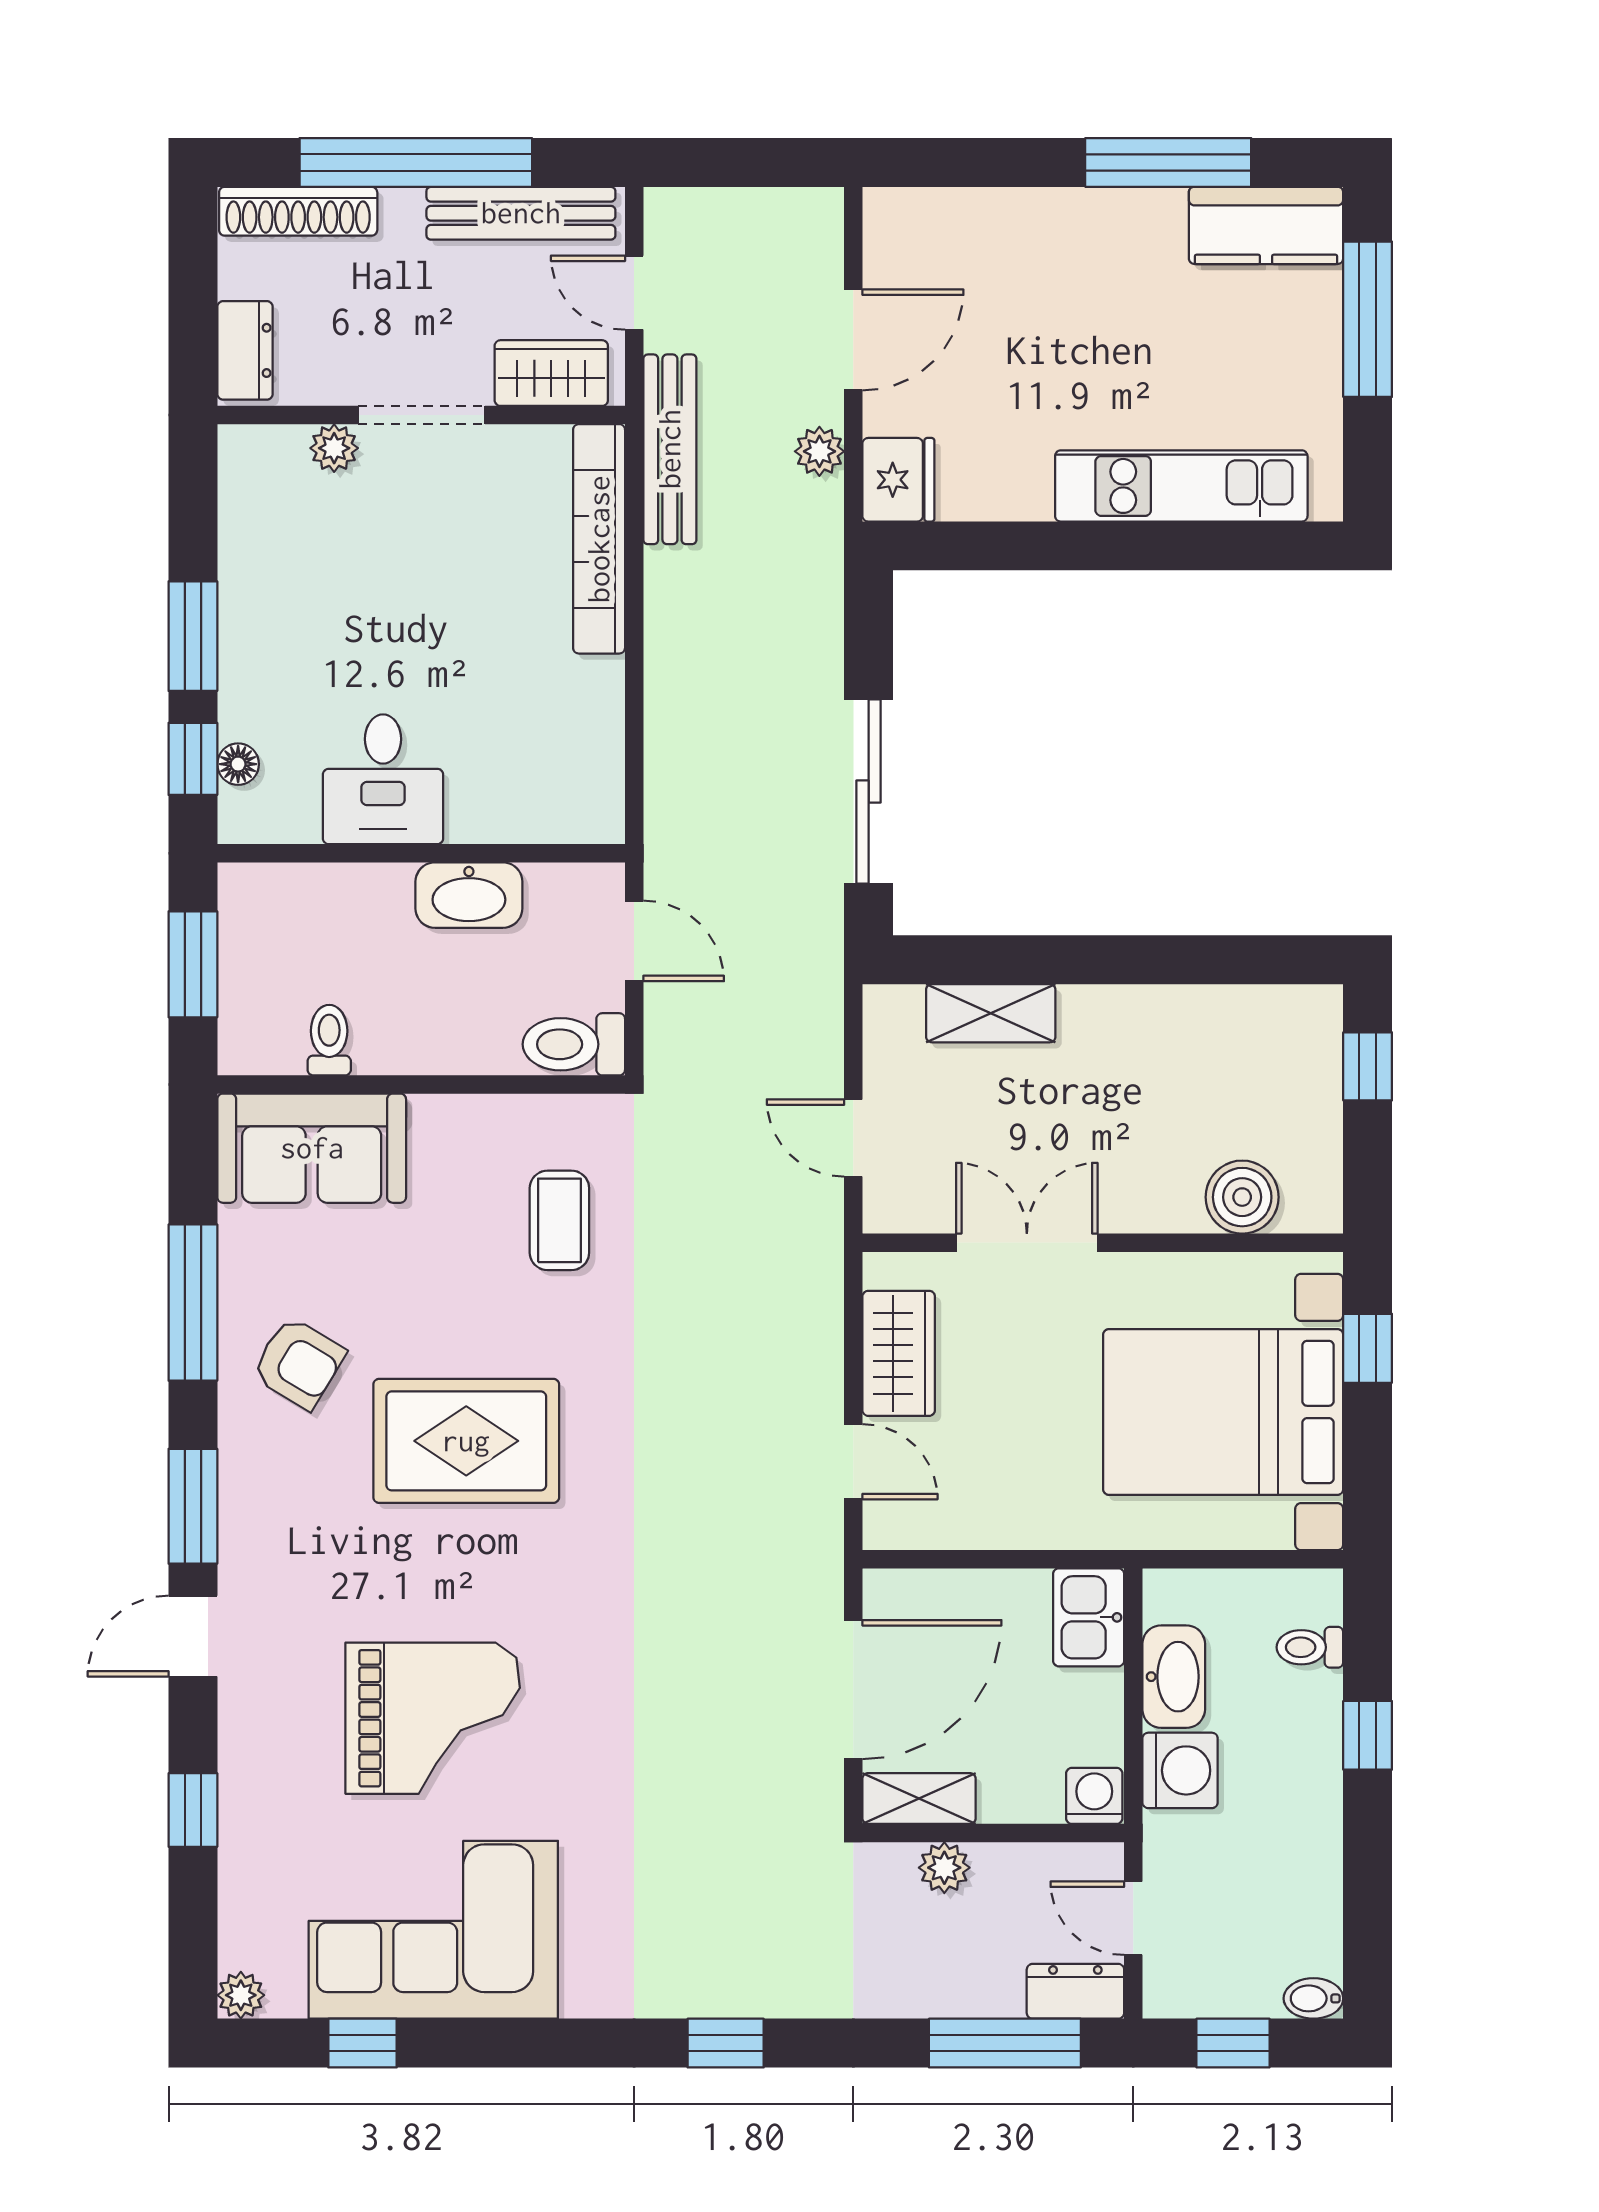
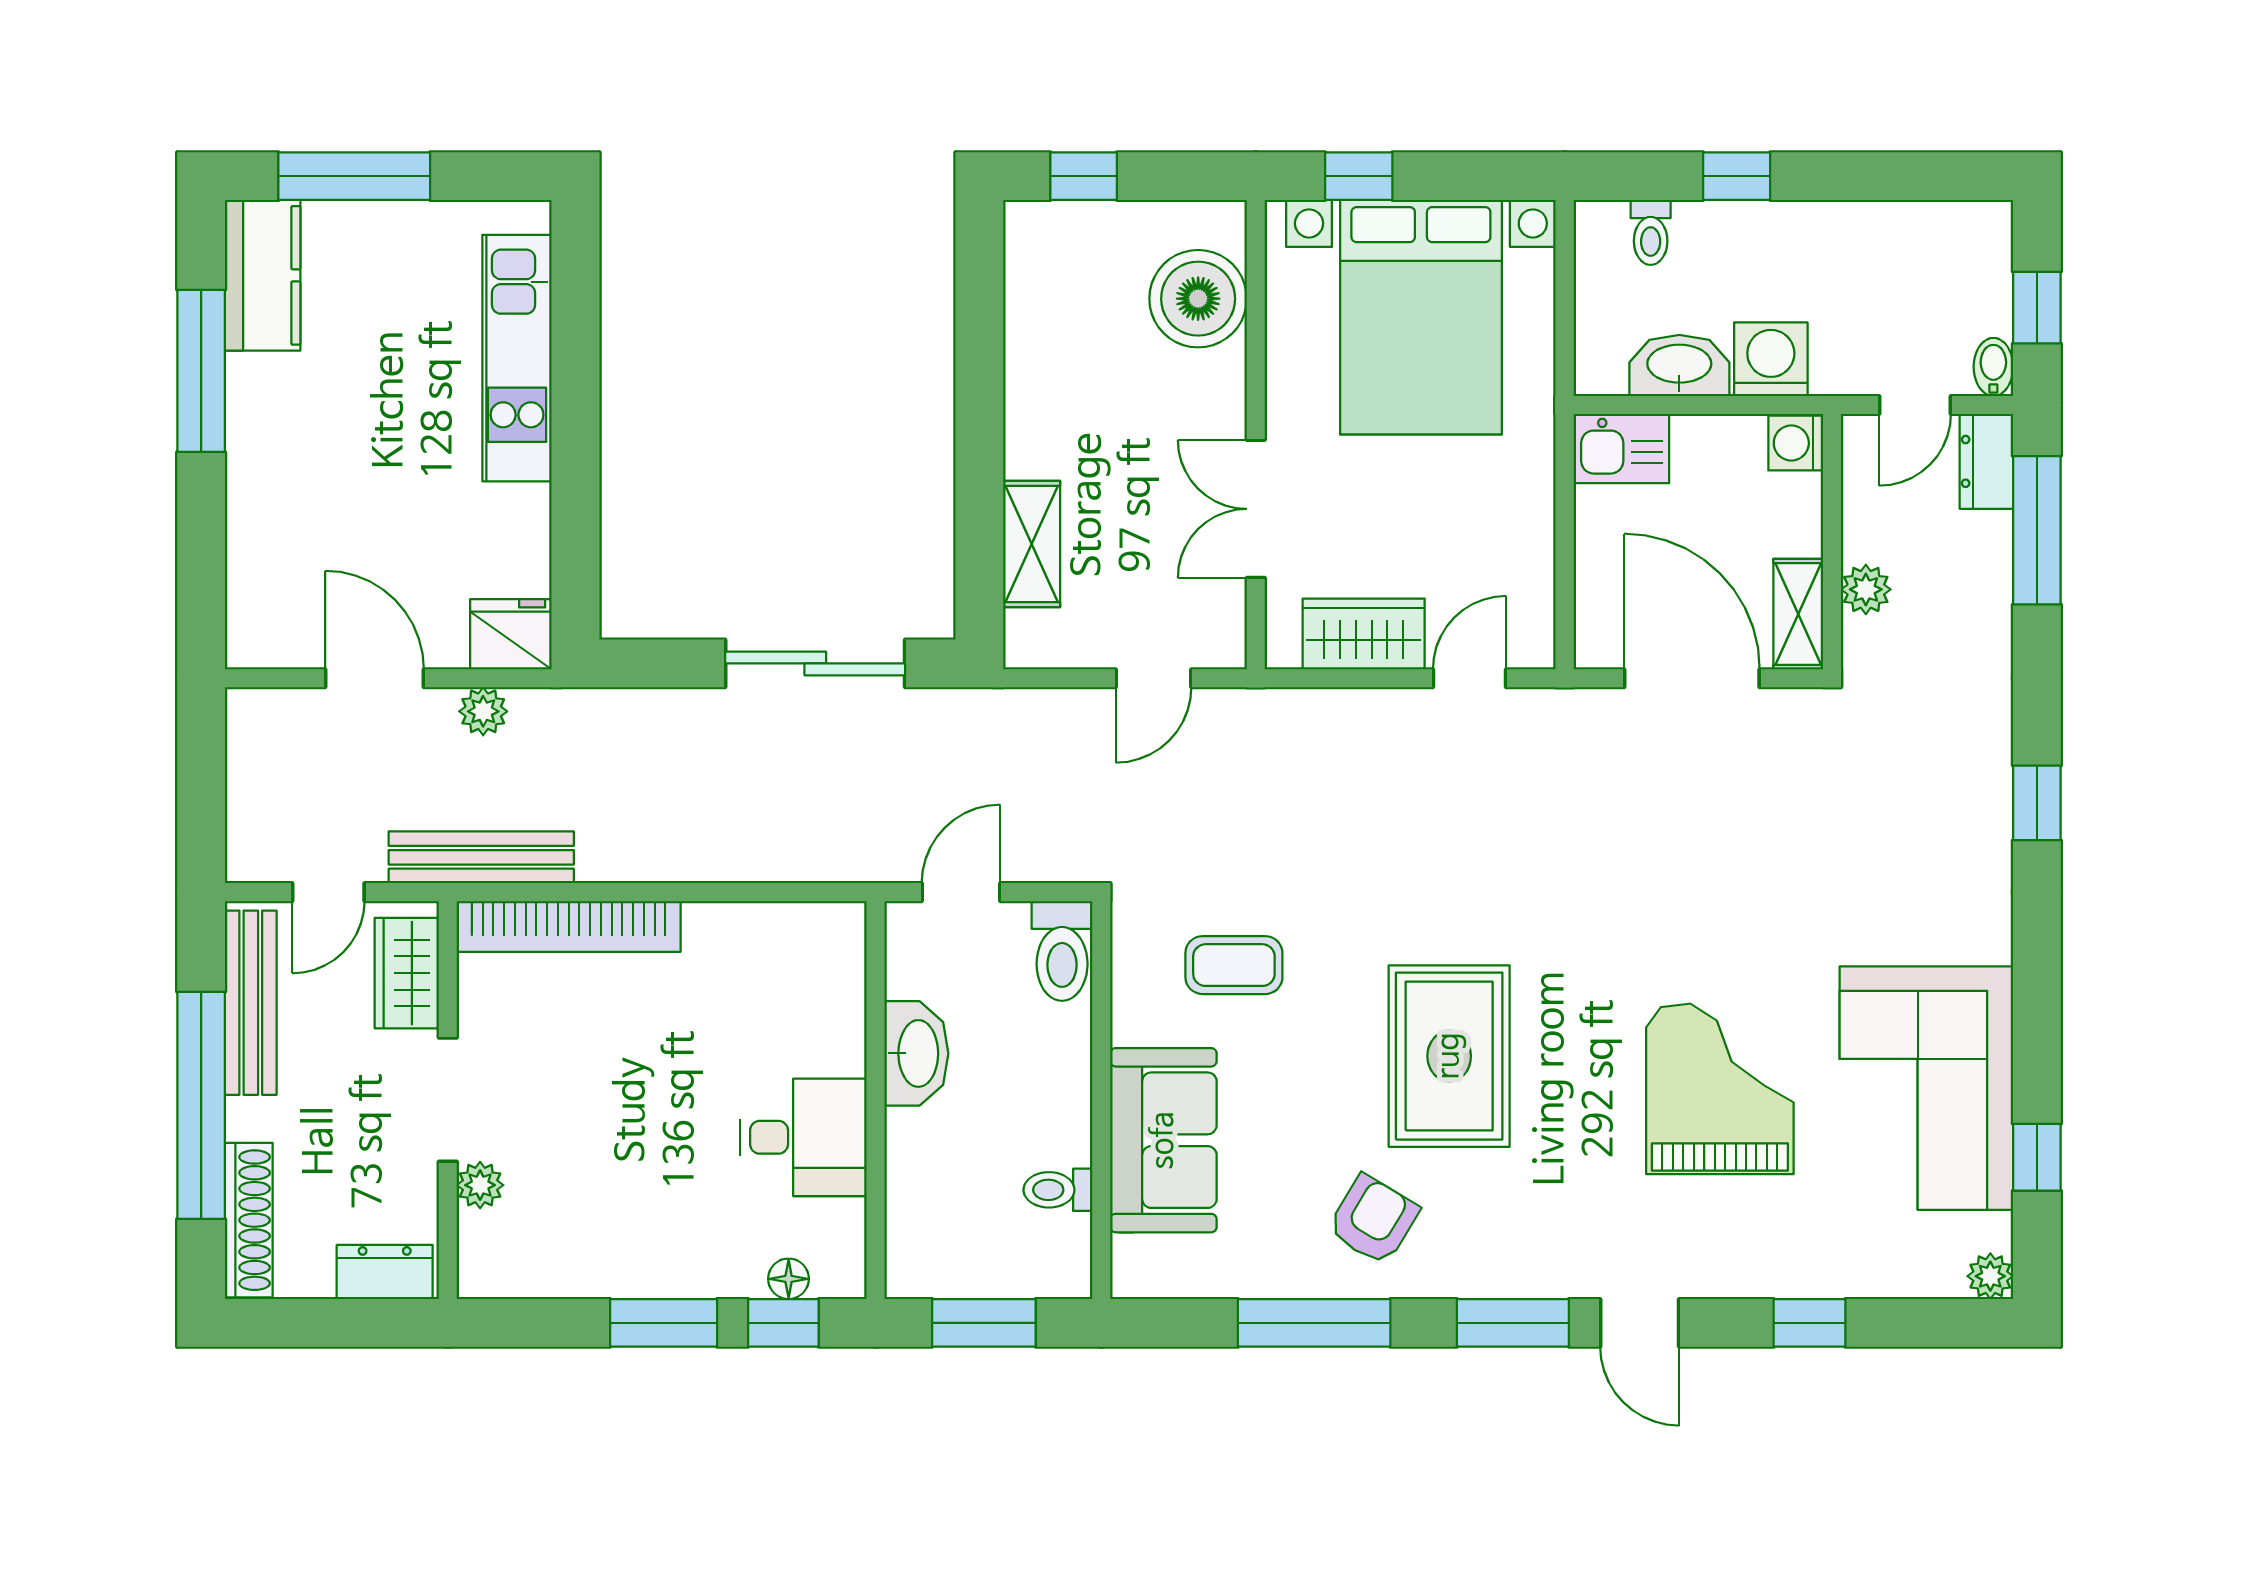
sofa: (312, 1148) -> (1163, 1140), moved
boiler: (1242, 1197) -> (1198, 299), width x1.37, depth x1.37
bidet: (1313, 1998) -> (1993, 367), moved, turned 180

